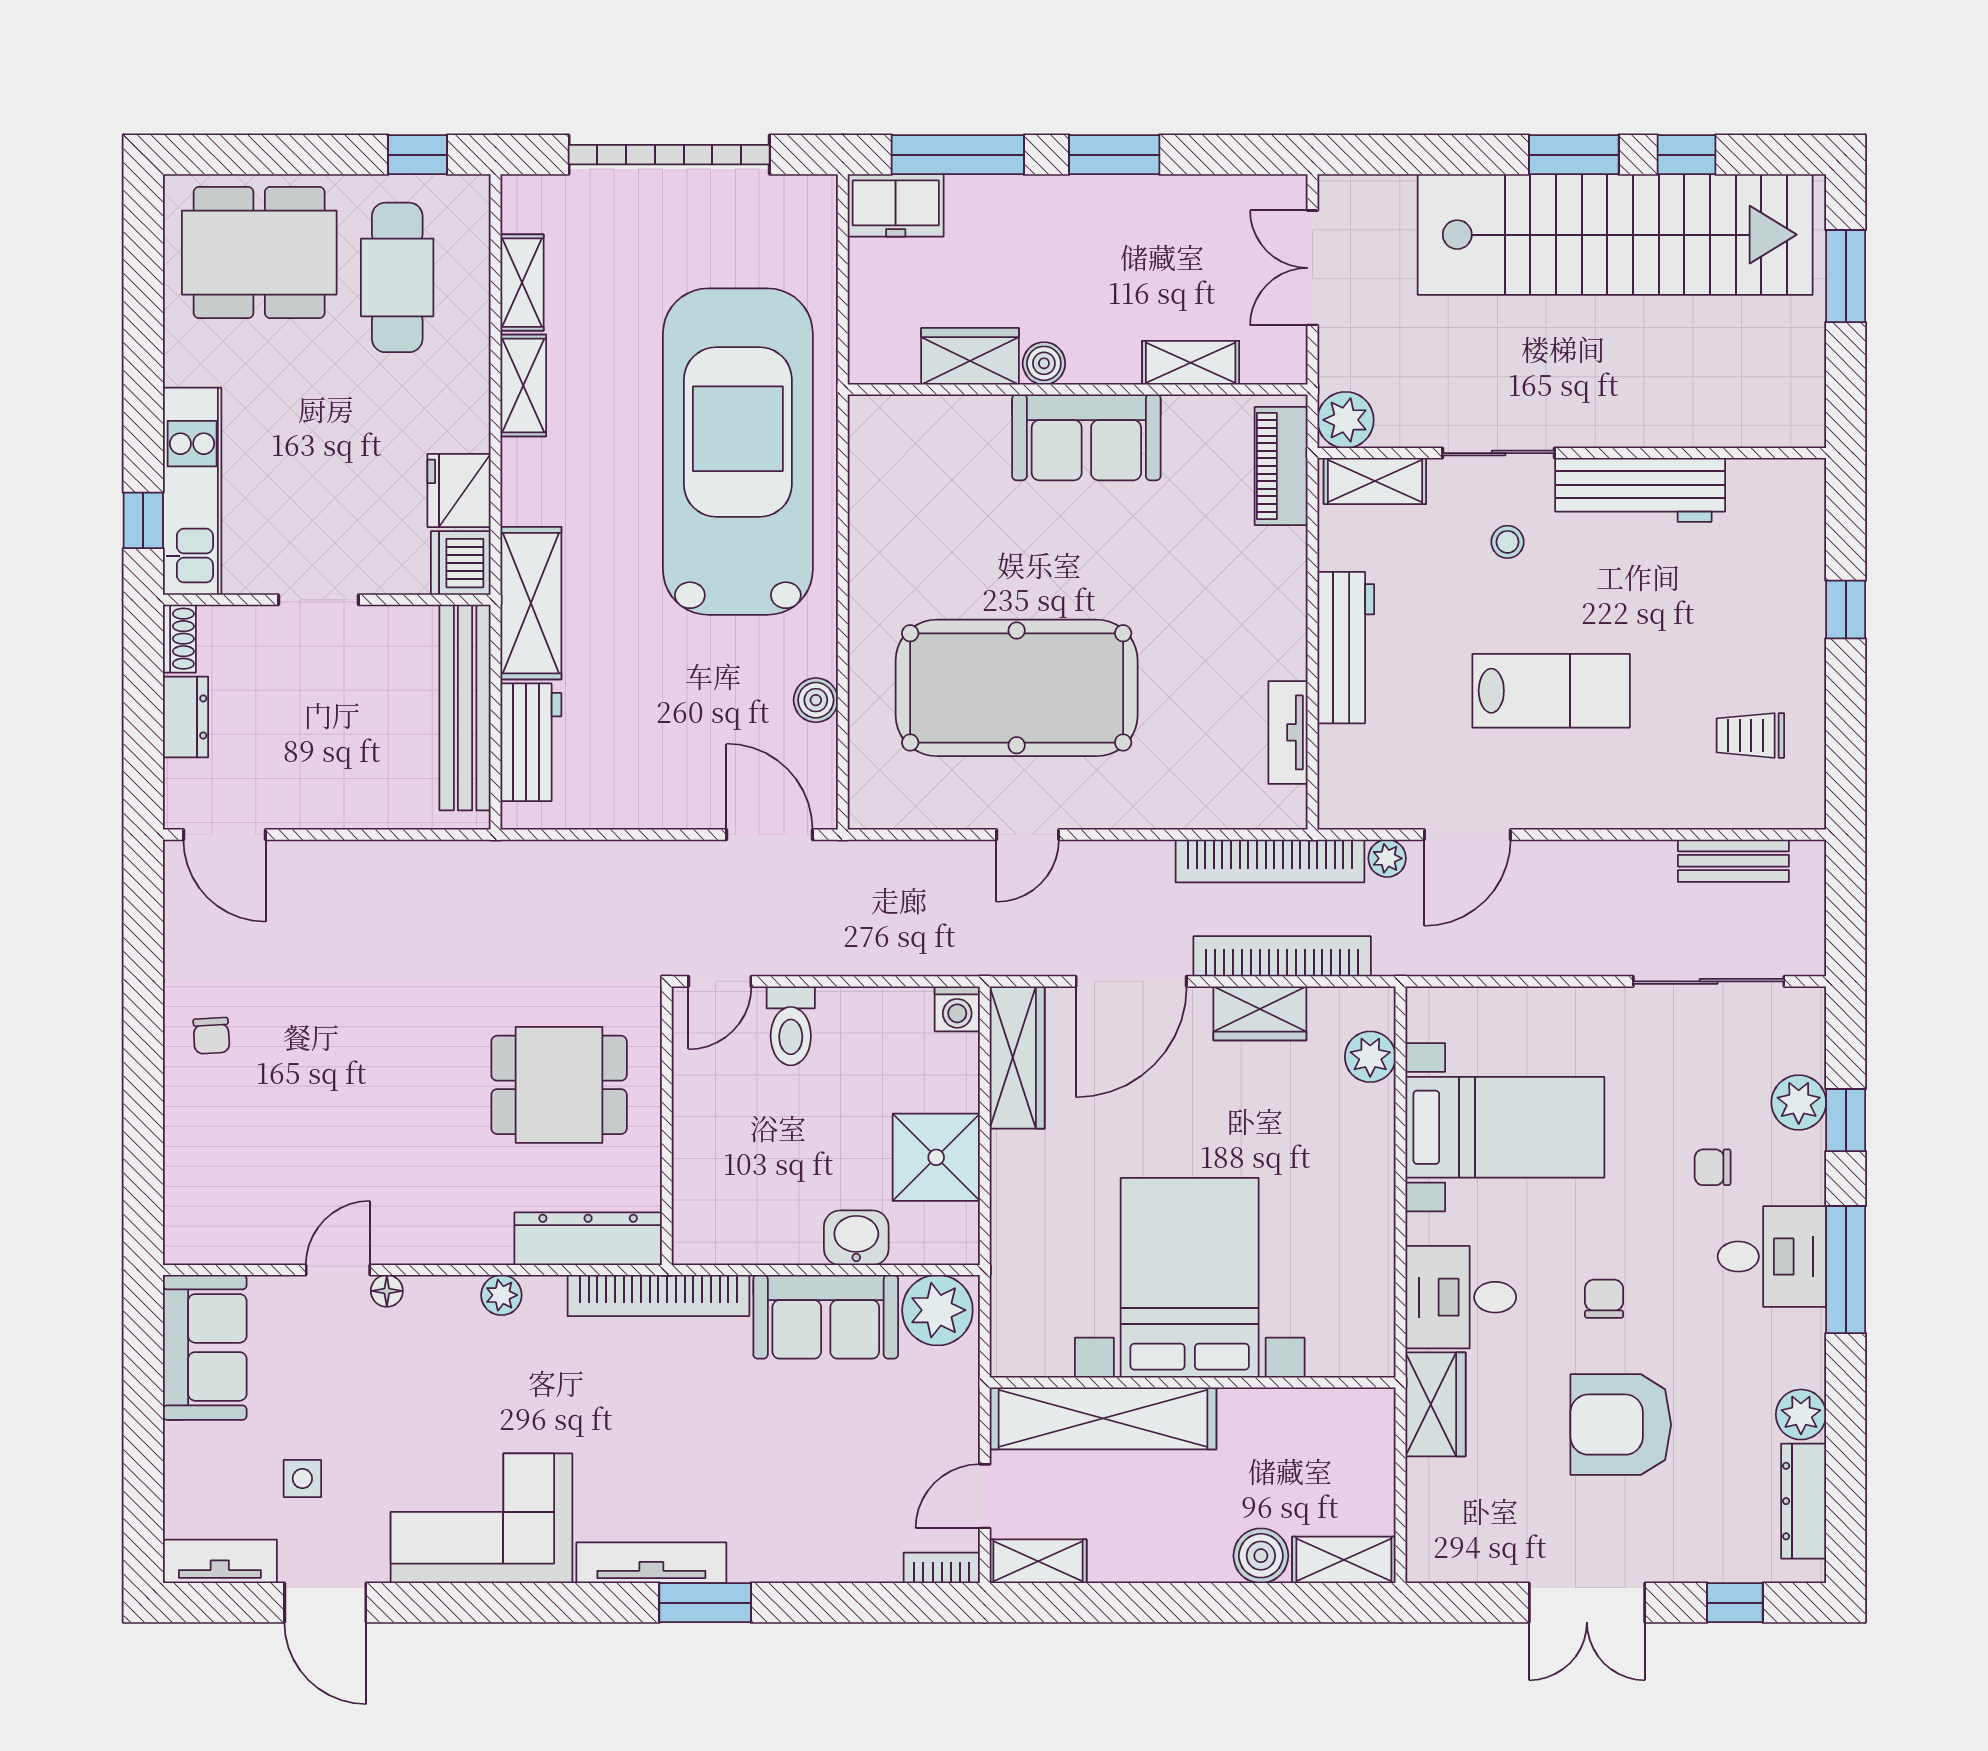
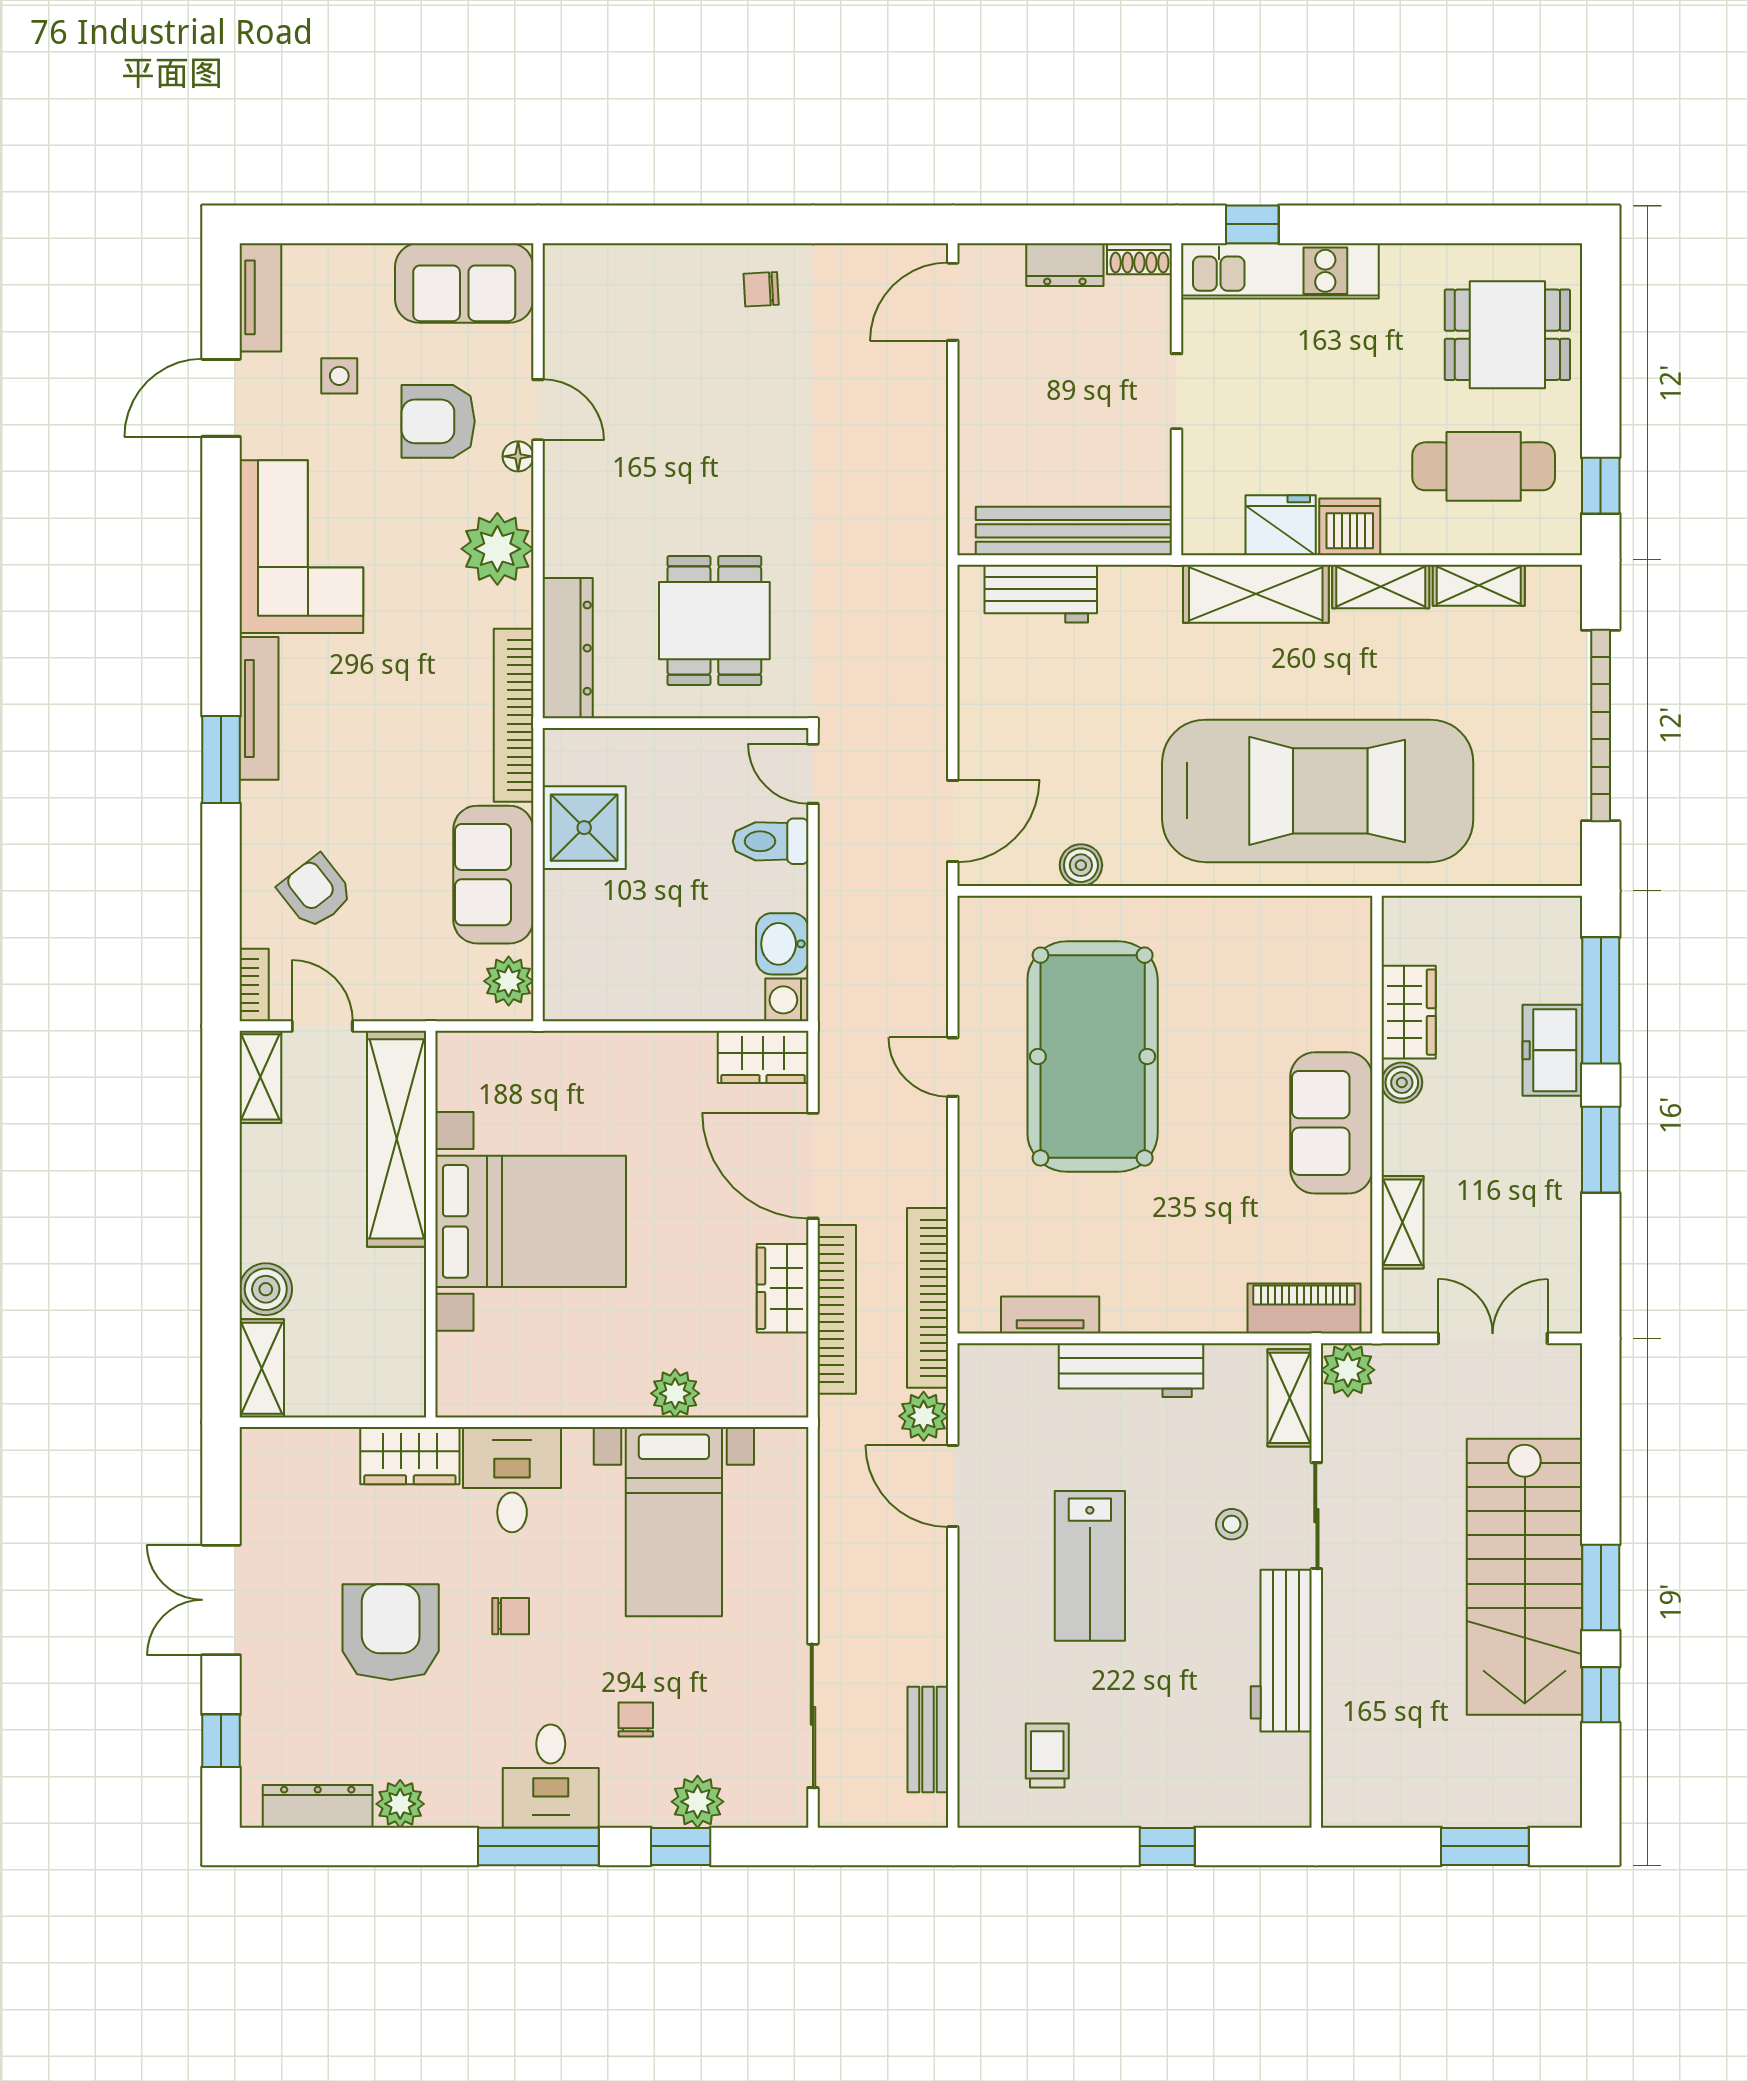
freezer: (896, 205) -> (1552, 1050), moved
stairs: (1615, 235) -> (1525, 1577), width x0.73
dining table: (259, 253) -> (1507, 335), width x0.73
dishwasher: (461, 563) -> (1350, 527), moved
shelving: (531, 603) -> (1256, 594), moved
plant: (1387, 858) -> (924, 1416), width x1.38, depth x1.38
wardrobe: (1017, 1057) -> (763, 1057), width x0.67
plant: (1370, 1057) -> (675, 1393), moved
shower: (936, 1157) -> (584, 828), moved
washbasin: (856, 1238) -> (782, 944), moved, turned 180
plant: (501, 1295) -> (497, 549), width x1.88, depth x1.88
plant: (937, 1310) -> (509, 981), width x0.73, depth x0.73
armchair: (350, 1375) -> (438, 421), added
armchair: (844, 1504) -> (315, 892), added

